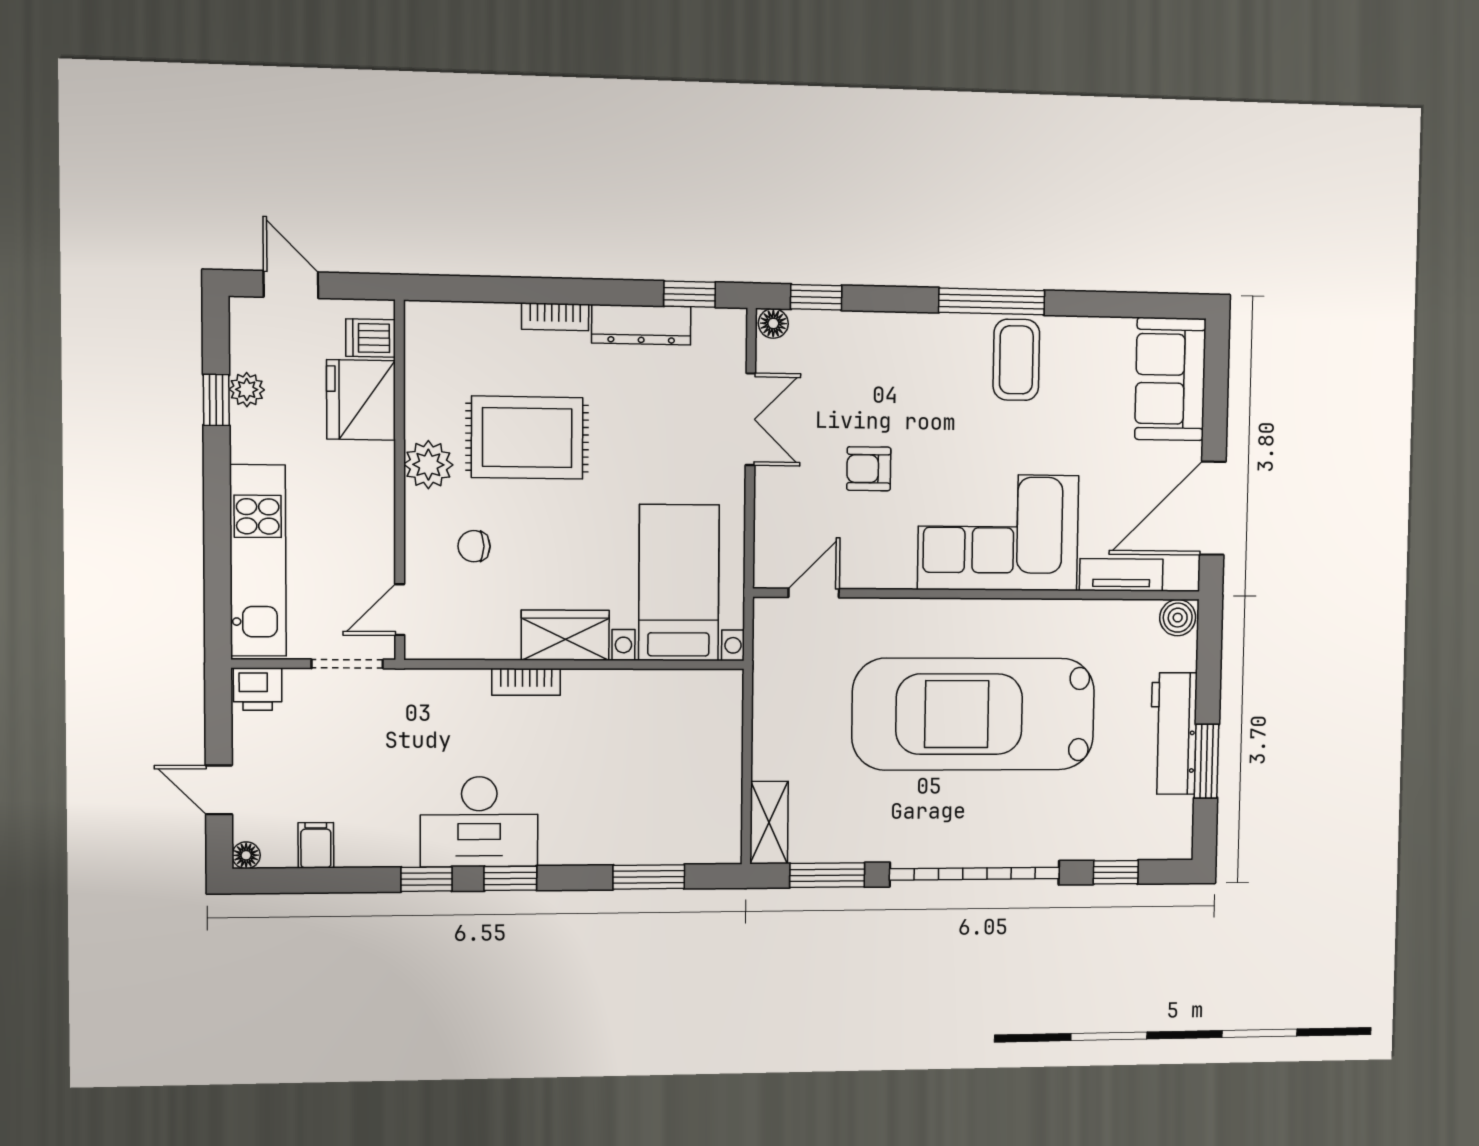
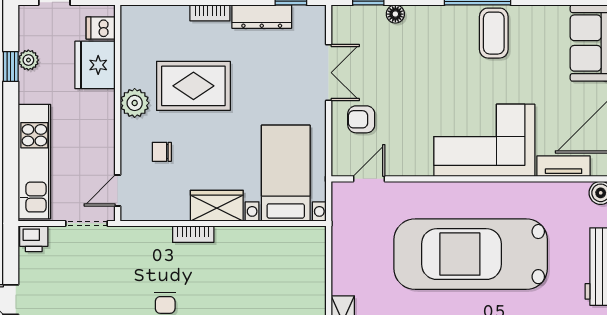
floor lamp: (773, 323) -> (395, 14), moved
armchair: (869, 469) -> (361, 119), moved

